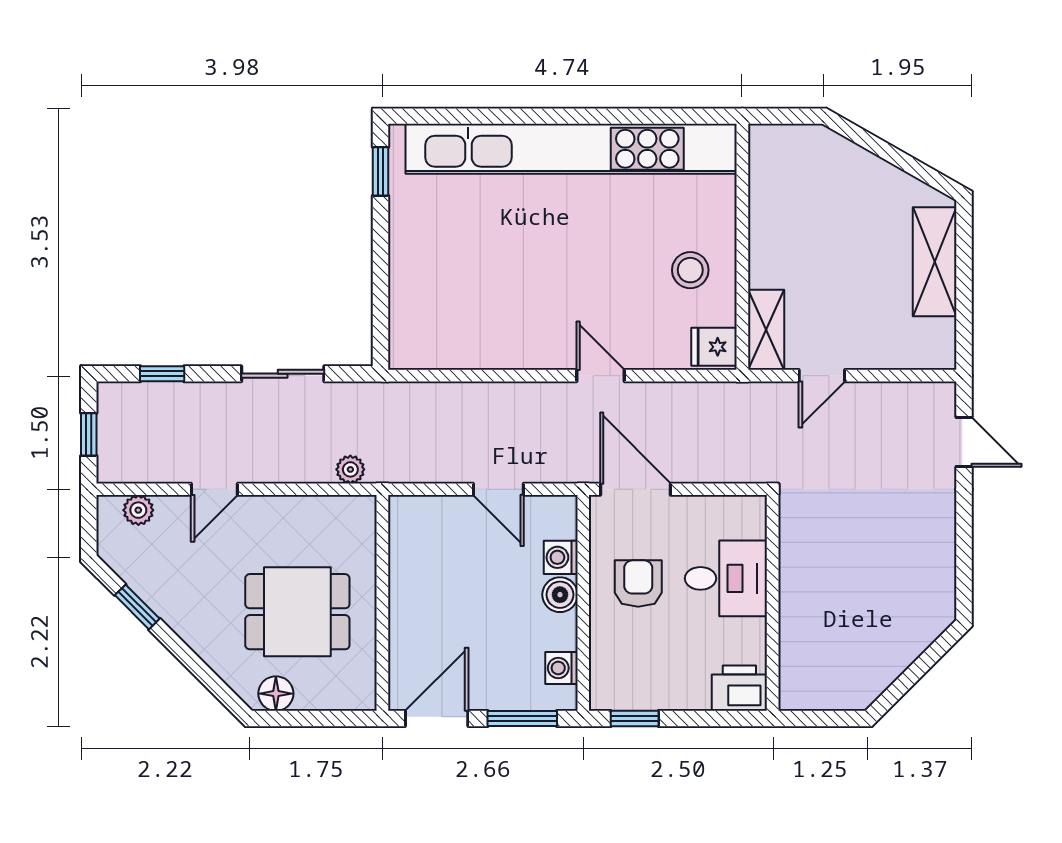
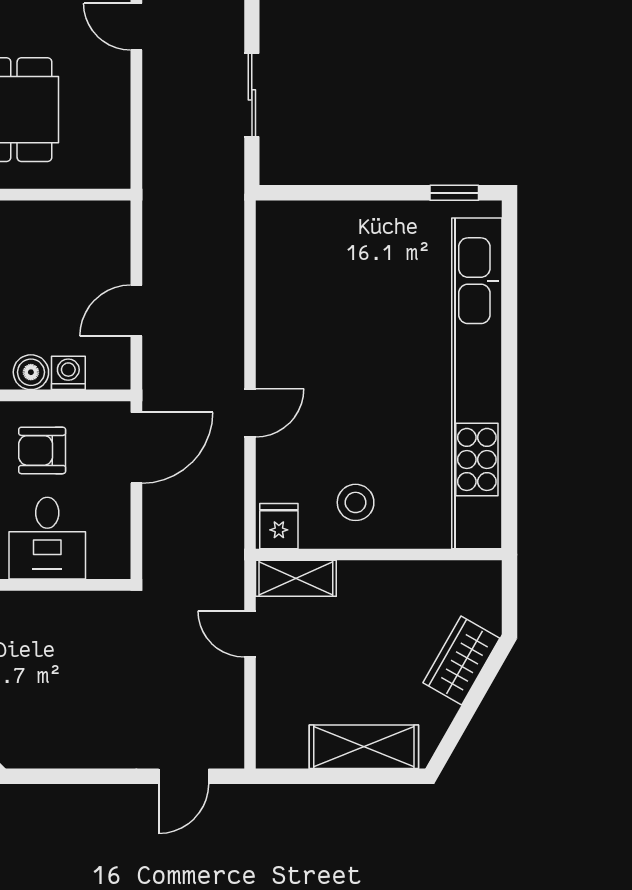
wardrobe: (848, 164) -> (461, 661), added
plant: (350, 469) -> (156, 163), removed
armchair: (638, 583) -> (42, 450), turned 180

